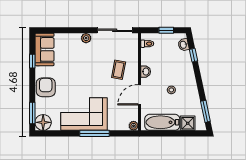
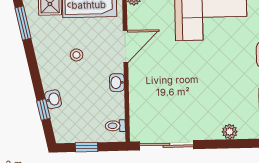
plant: (86, 38) -> (230, 132), moved
washbasin: (183, 45) -> (53, 99), moved
coffee table: (119, 70) -> (159, 84), removed

